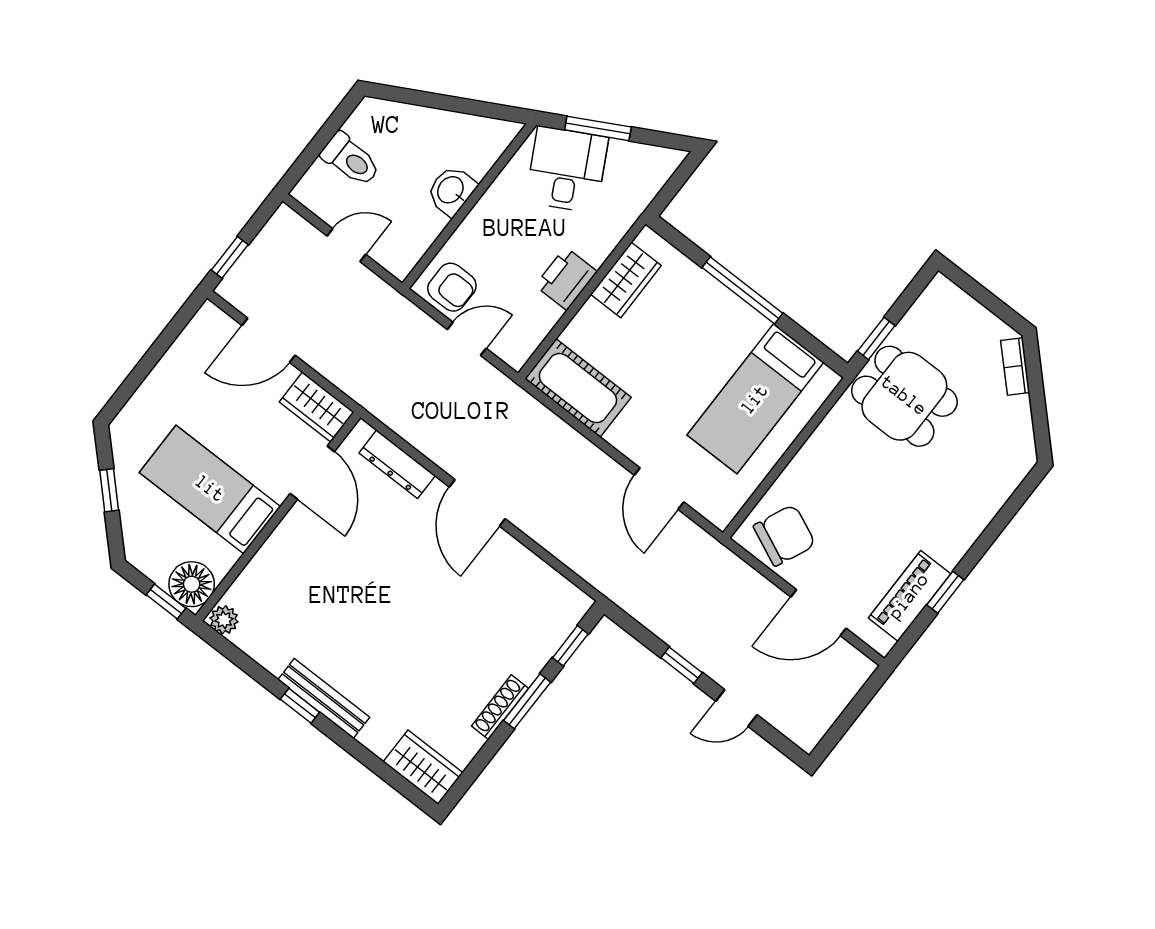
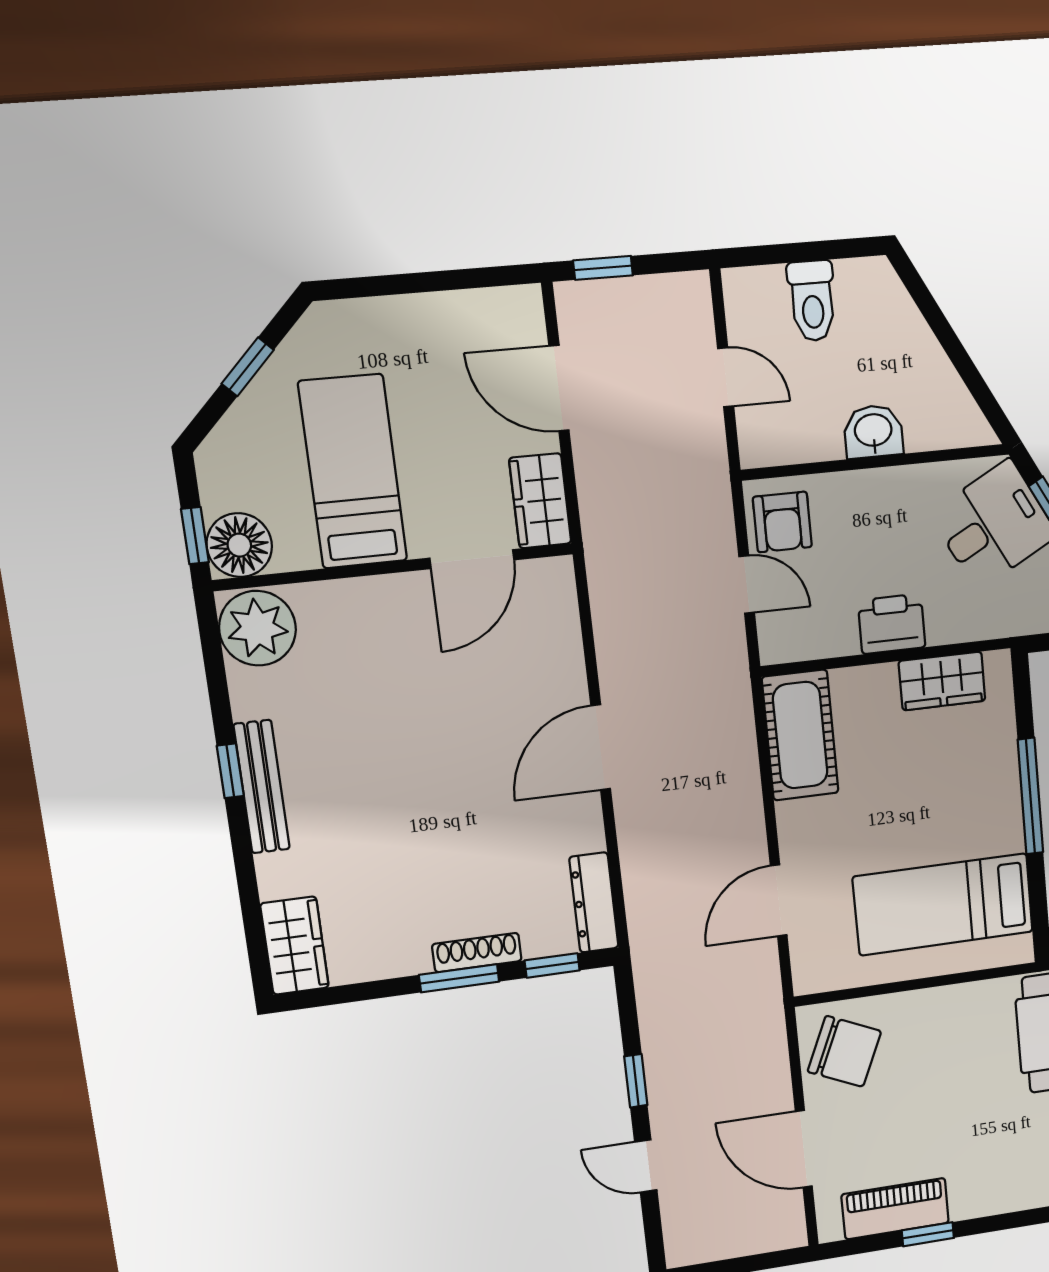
dresser: (397, 464) -> (594, 902), moved
plant: (224, 620) -> (258, 628), width x1.87, depth x1.87
shoe rack: (500, 707) -> (477, 953), moved

